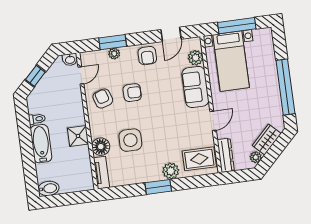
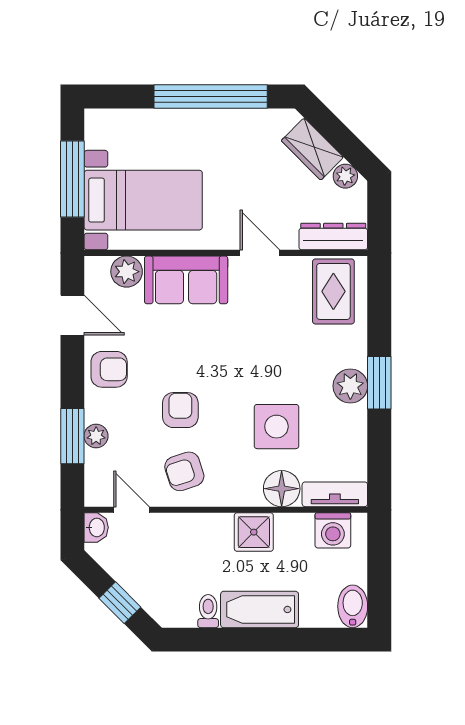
plant: (171, 171) -> (350, 386), moved
washing machine: (84, 174) -> (333, 530), added

